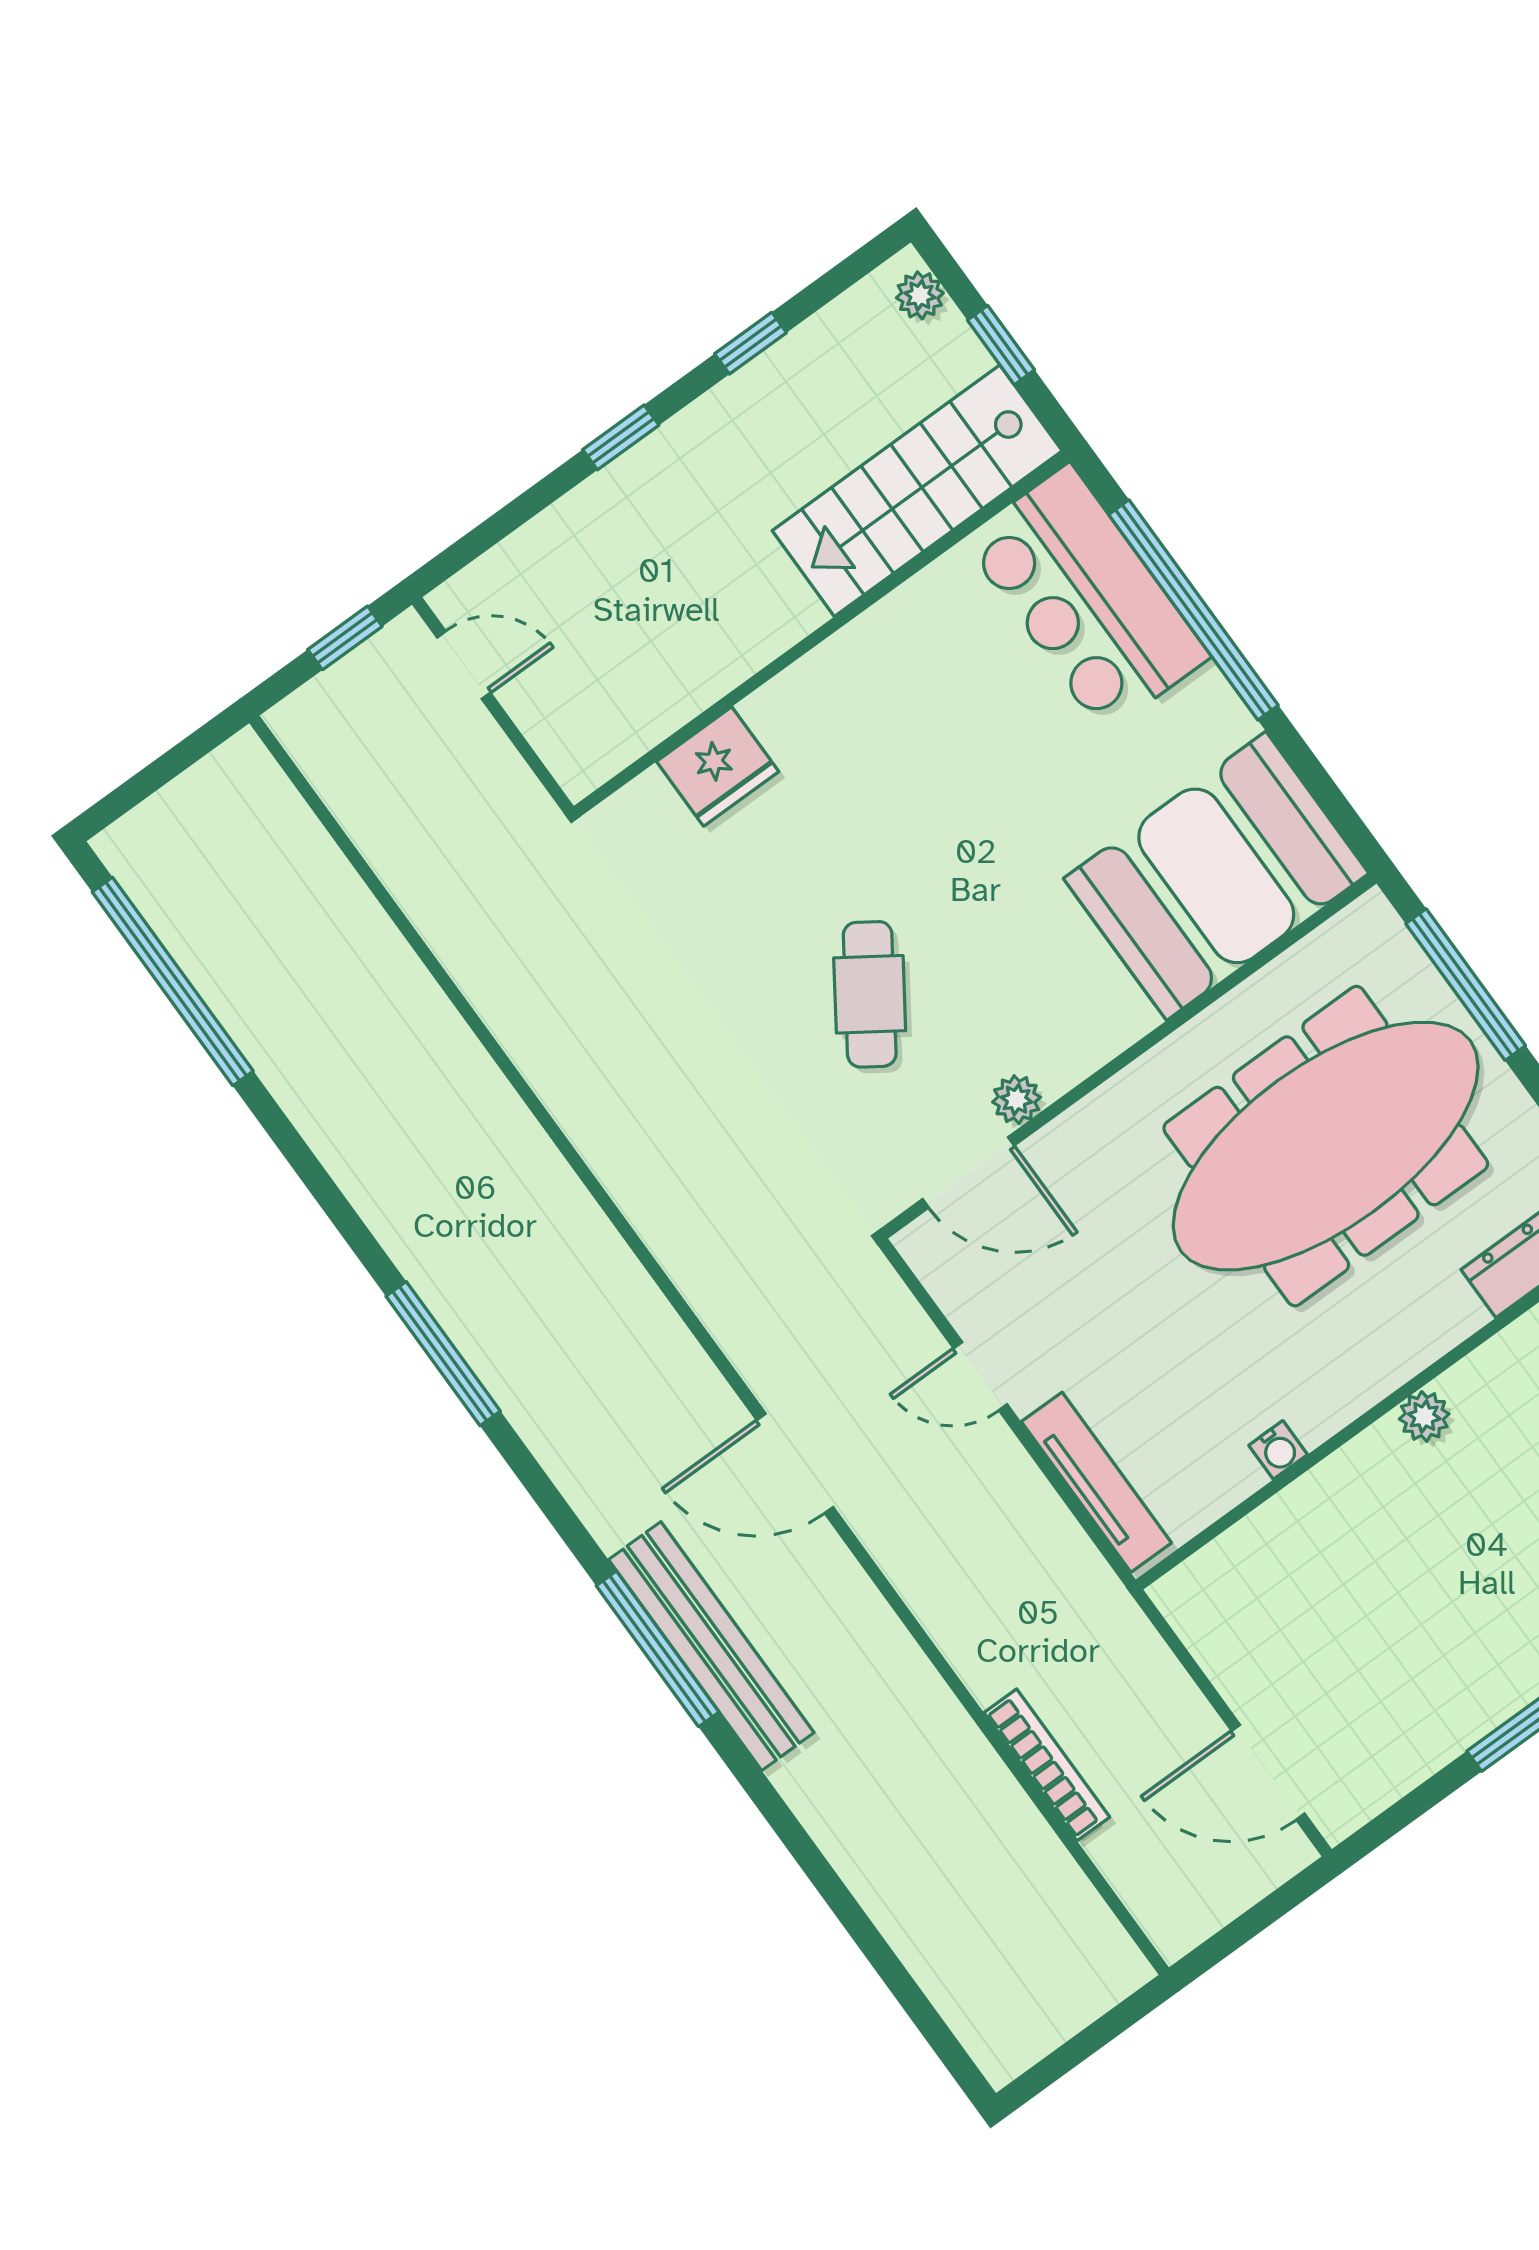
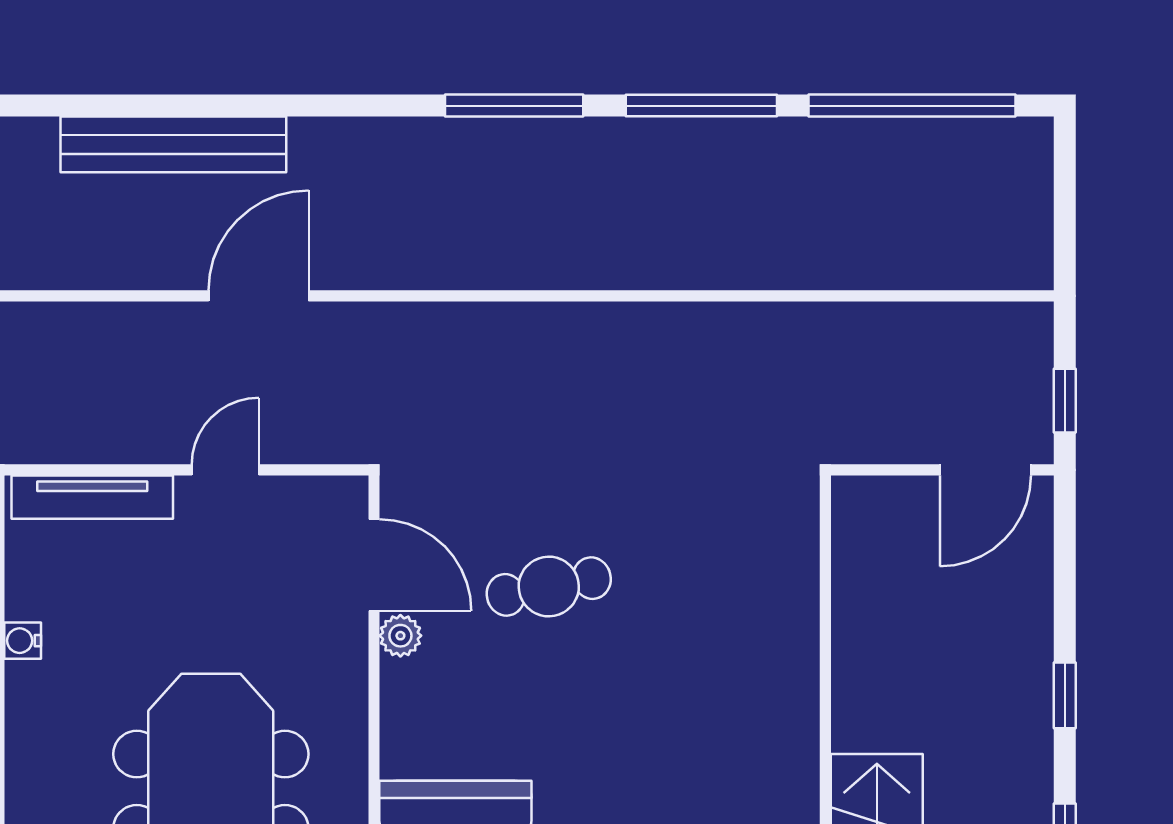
door: (464, 665) -> (985, 470), width x1.37
fridge: (718, 767) -> (785, 596), removed
cafe table: (870, 994) -> (549, 586), turned -45
door: (968, 1172) -> (374, 565), swing flipped
window: (658, 1649) -> (701, 106), moved

